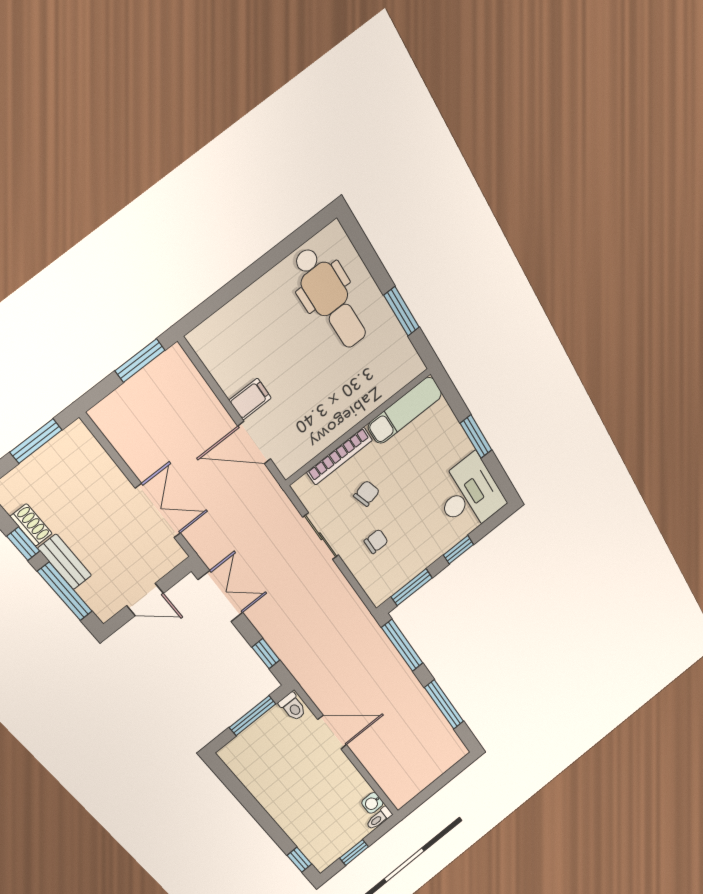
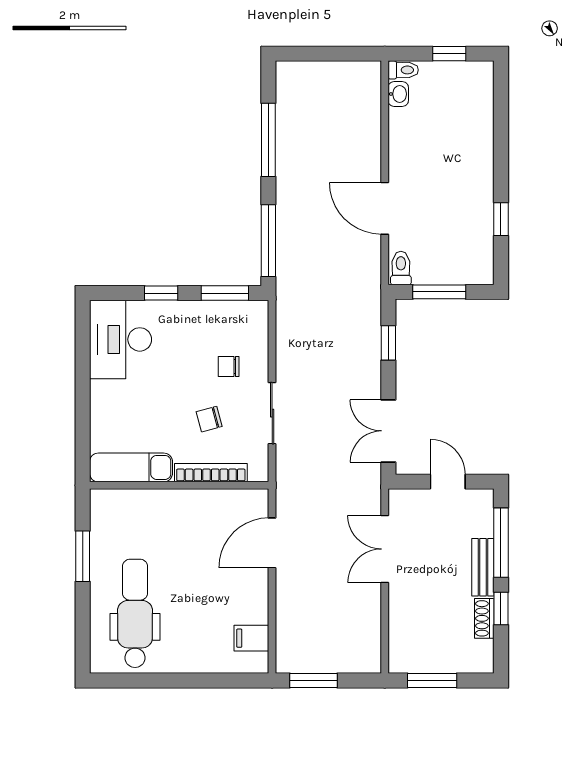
filing cabinet: (250, 399) -> (251, 638), moved
window: (476, 437) -> (83, 391), removed
door: (254, 443) -> (272, 543), swing flipped
window: (299, 860) -> (501, 219), moved

